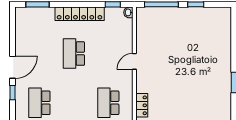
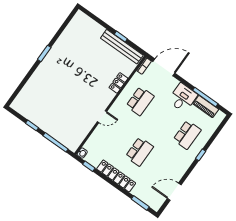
door: (12, 67) -> (174, 192), moved

